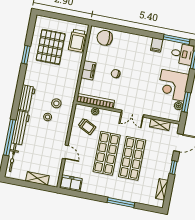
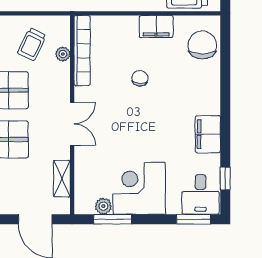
window: (177, 39) -> (225, 179), width x0.46
filing cabinet: (157, 45) -> (208, 134), width x2.00
filing cabinet: (88, 70) -> (156, 27), moved
double door: (132, 114) -> (72, 124), swing flipped

